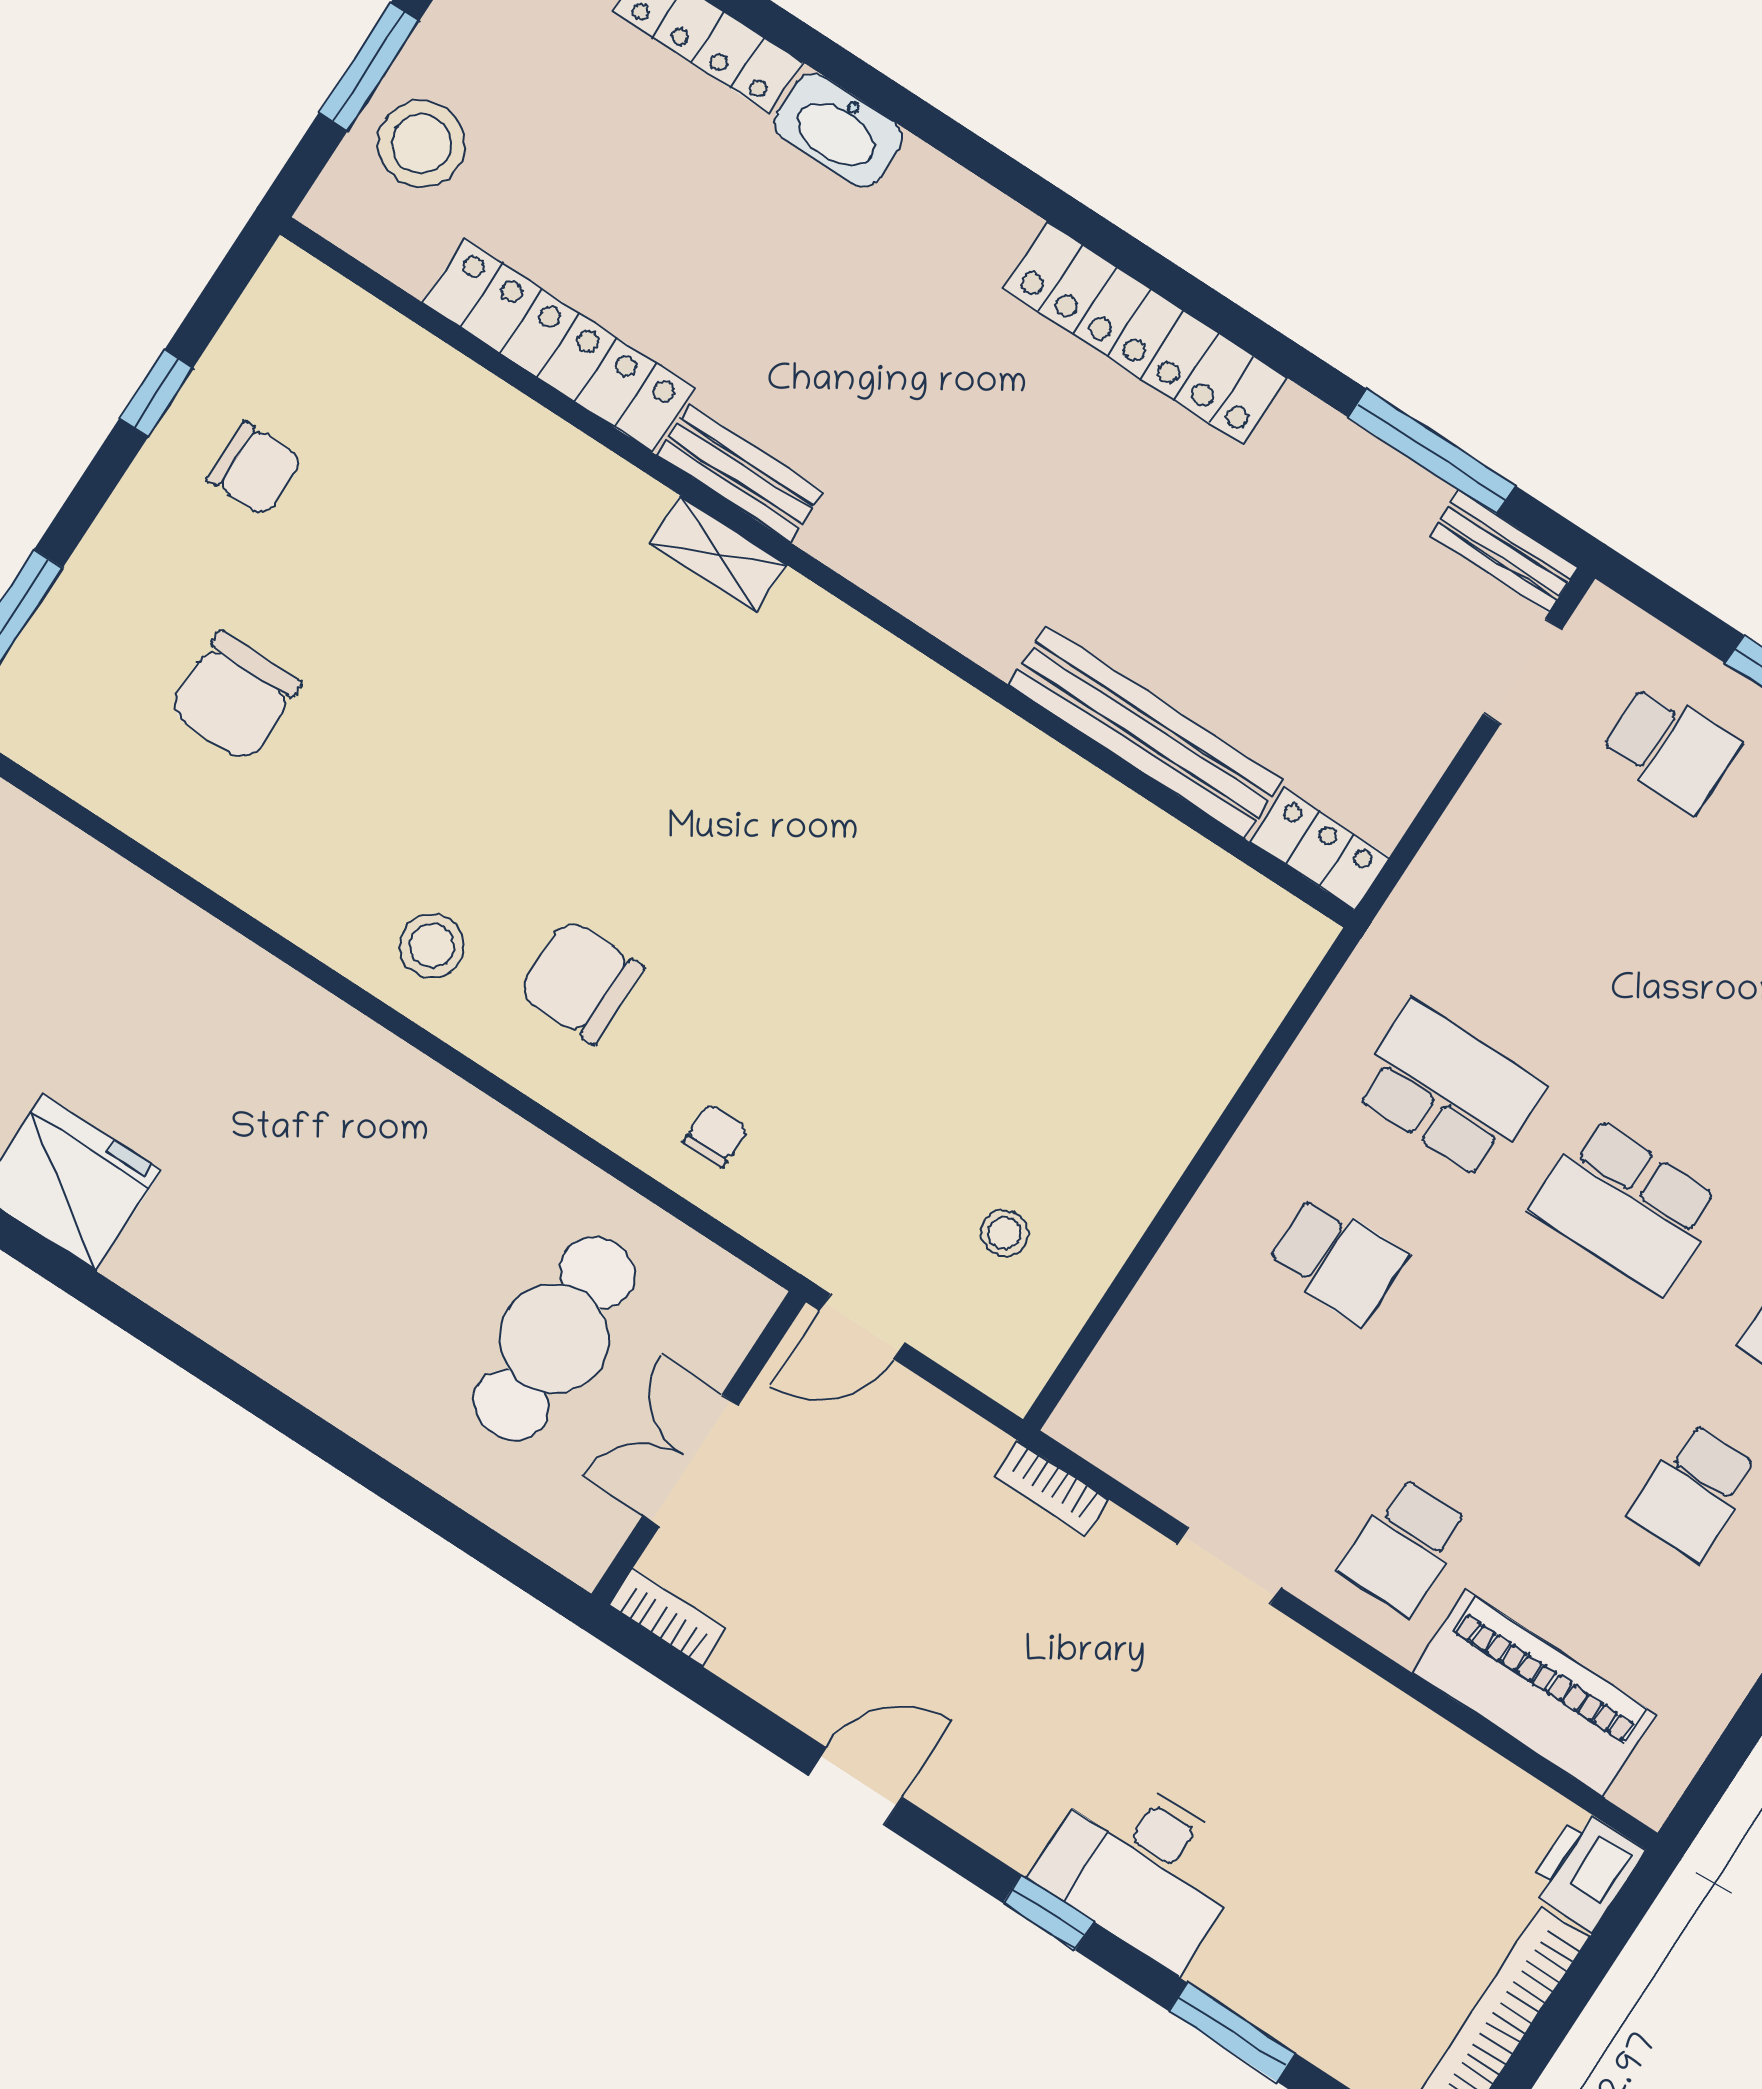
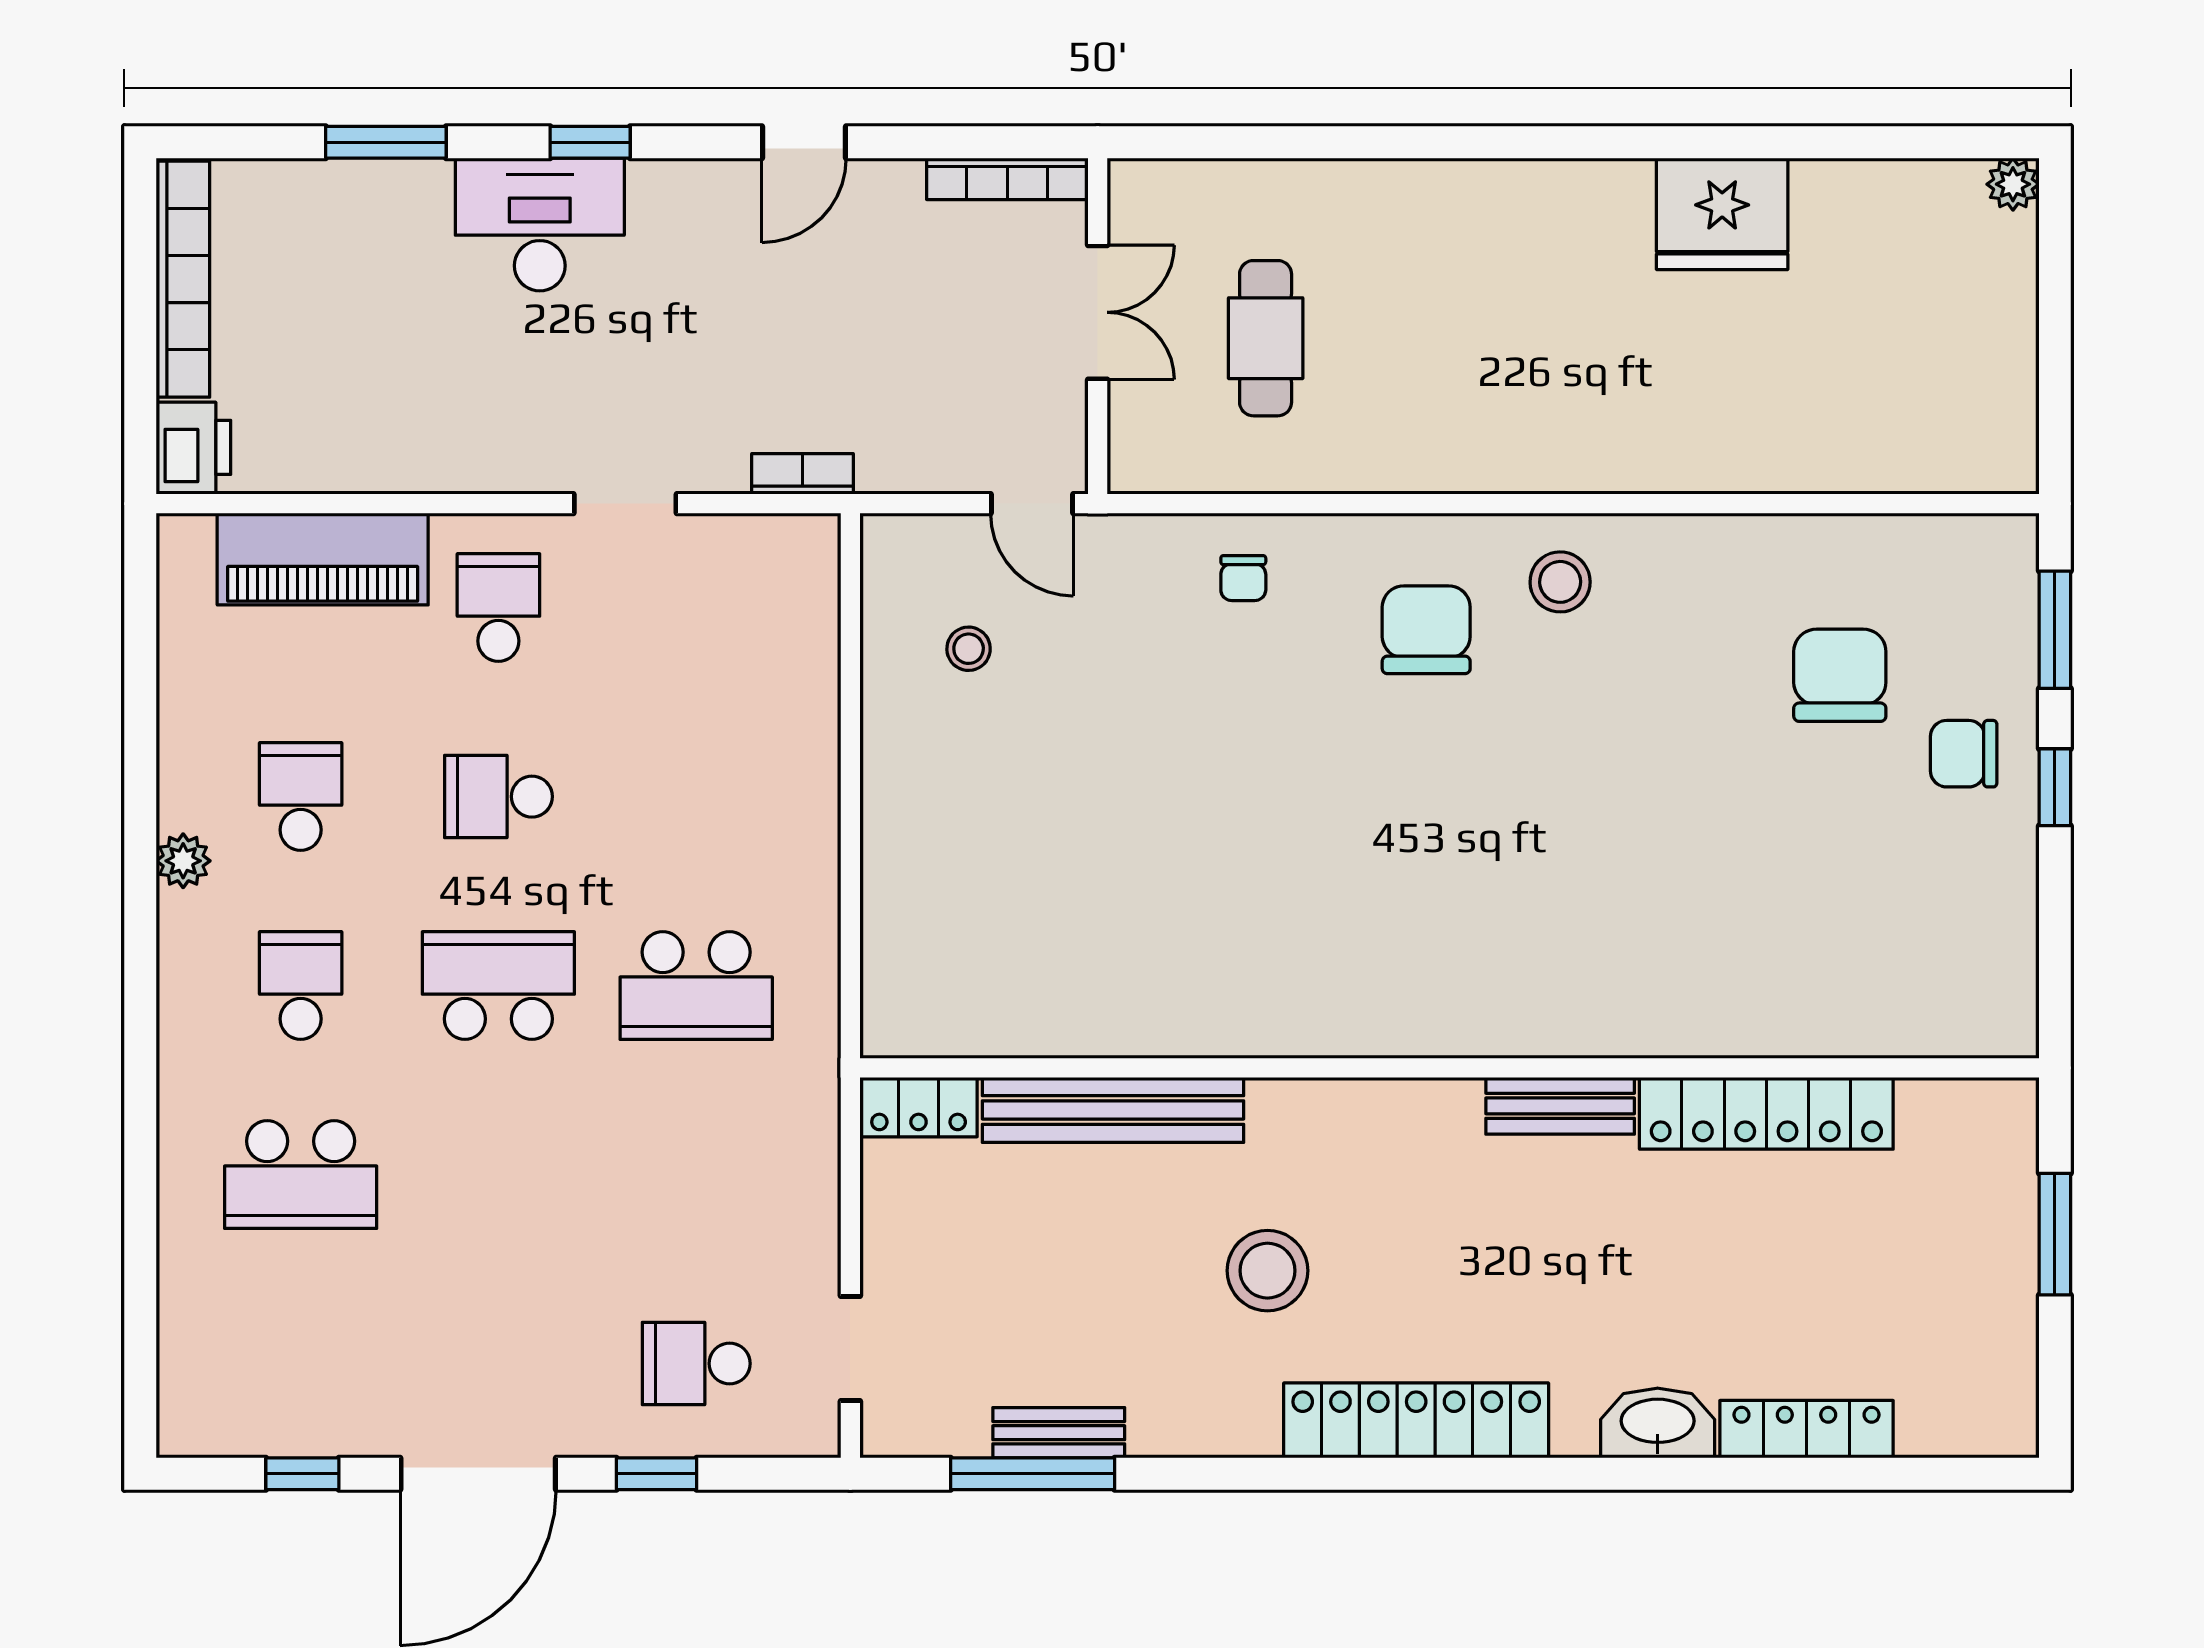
stool: (421, 144) -> (1267, 1271), moved
locker: (1145, 333) -> (1416, 1420), moved
window: (156, 393) -> (2055, 787), moved
chair: (255, 469) -> (1964, 754), moved
bench: (1504, 551) -> (1059, 1433), moved
shelving: (718, 554) -> (1536, 1032), removed
chair: (581, 981) -> (1426, 630), turned -90
school desk: (1337, 1260) -> (498, 797), moved
door: (862, 1327) -> (1032, 504), swing flipped
cafe table: (554, 1338) -> (1266, 338), width x0.73, depth x0.74
bookcase: (667, 1617) -> (1007, 179), width x1.56

